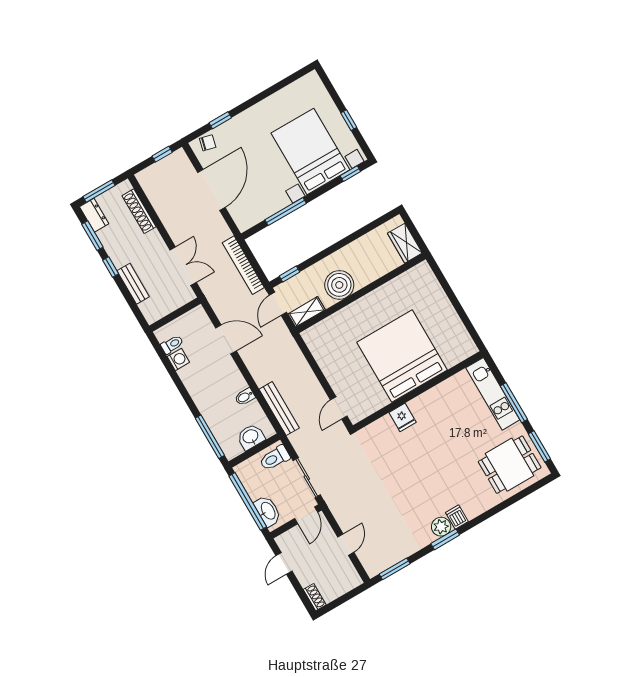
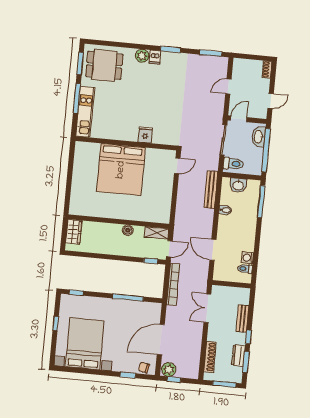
bed with nightstands: (310, 151) -> (85, 344), moved, turned 180
plant: (177, 161) -> (169, 370), added
dresser: (94, 215) -> (238, 355), moved
boiler: (339, 285) -> (128, 230), width x0.54, depth x0.54
plant: (441, 527) -> (142, 56), moved

